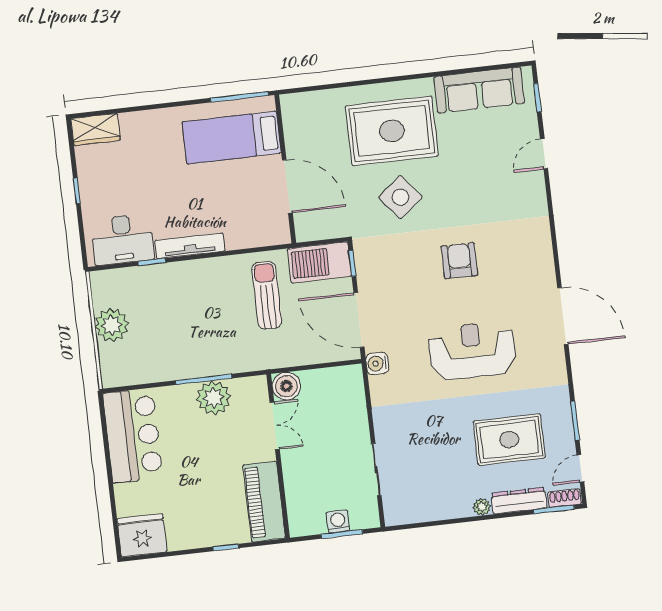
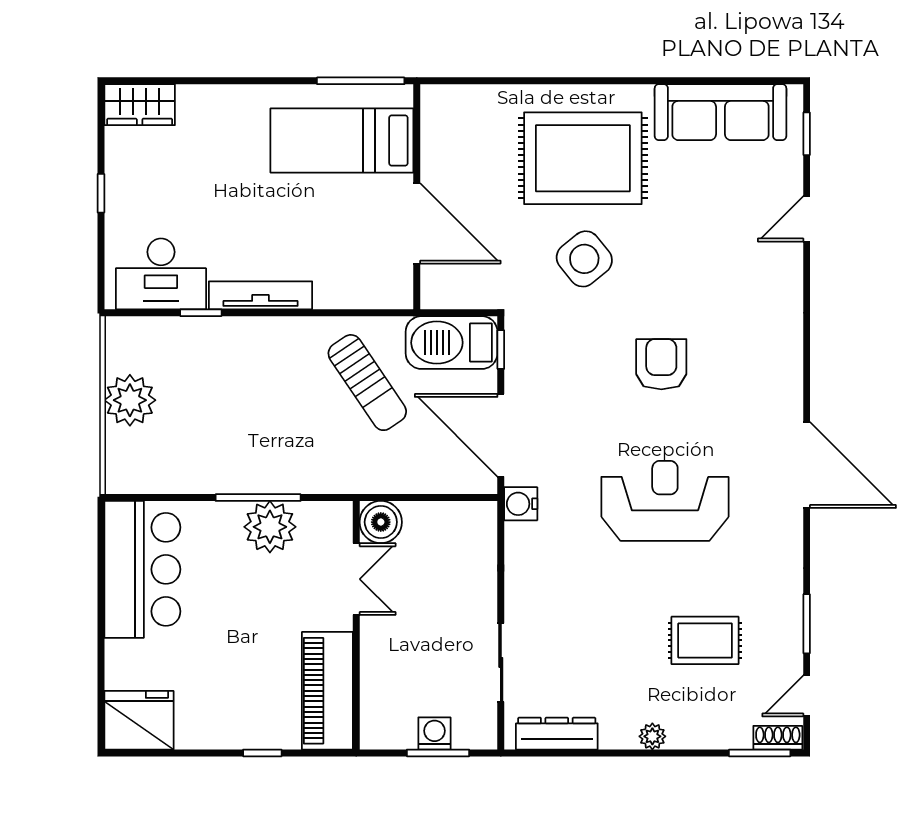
sun lounger: (267, 295) -> (367, 383), turned 146
rug: (509, 440) -> (705, 640), width x0.73, depth x0.70
dresser: (519, 501) -> (557, 734), moved

